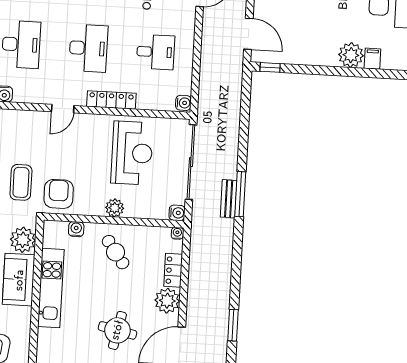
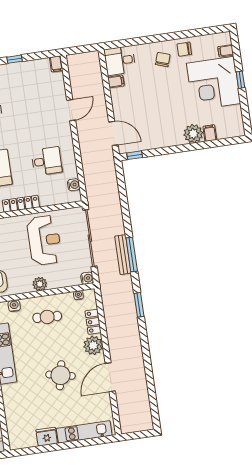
water cooler: (183, 103) -> (74, 185), moved
bench: (229, 199) -> (123, 255), width x1.36
water cooler: (177, 233) -> (78, 295), moved
cafe table: (116, 252) -> (47, 317), turned -51
window: (233, 325) -> (139, 305), moved

